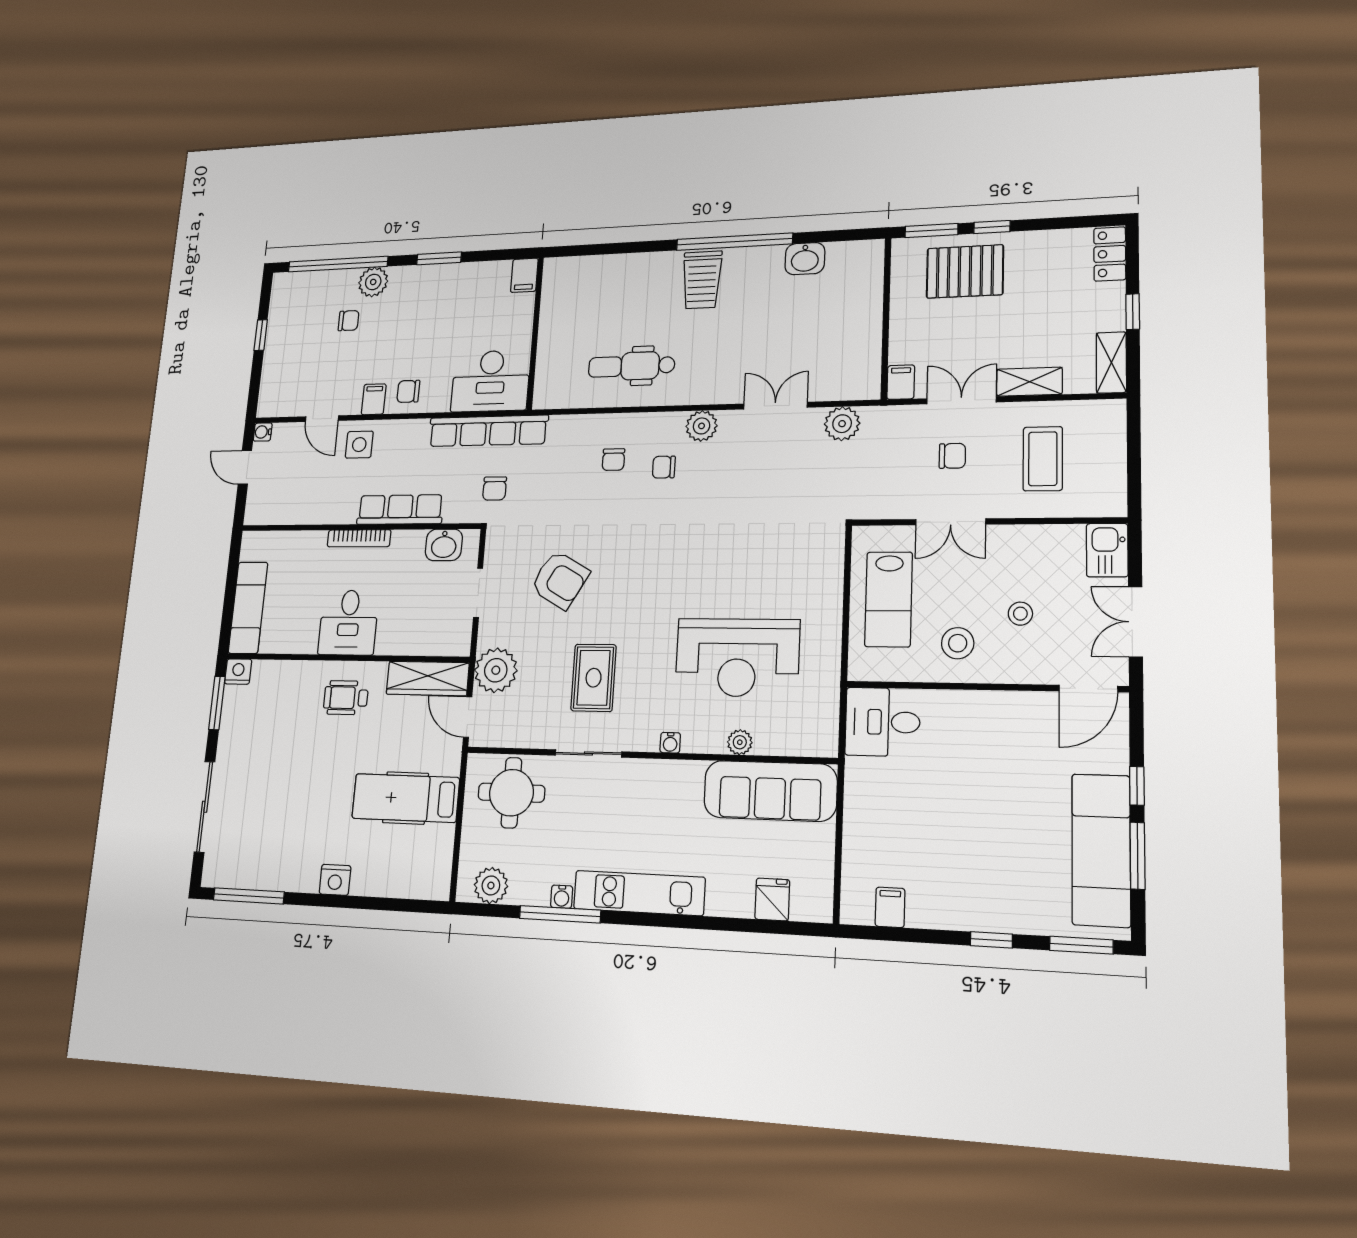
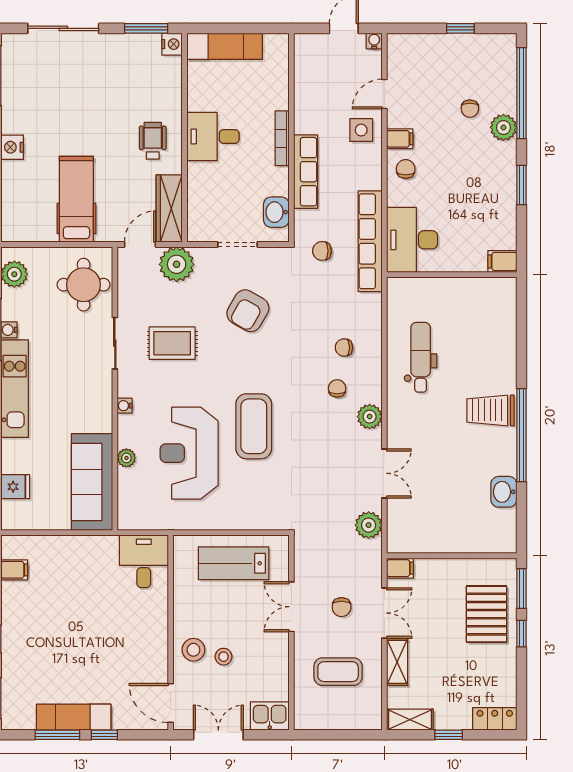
coffee table: (706, 572) -> (254, 426), added
stool: (958, 643) -> (193, 650), moved
exam couch: (1101, 850) -> (74, 717), width x0.73, depth x0.69

